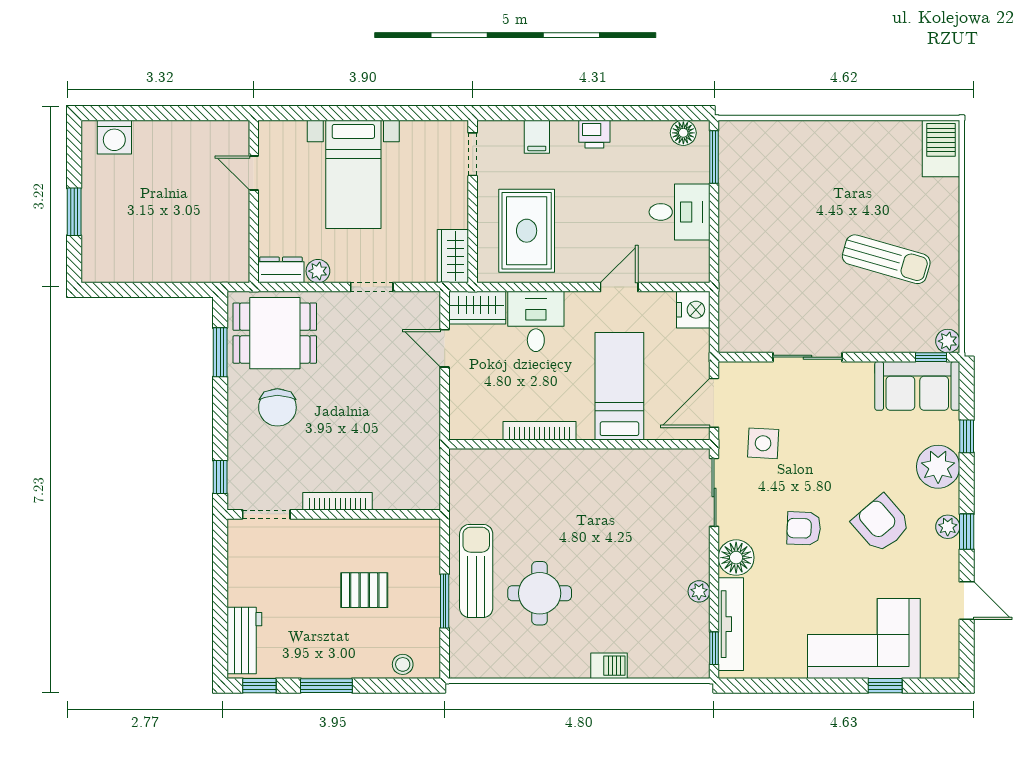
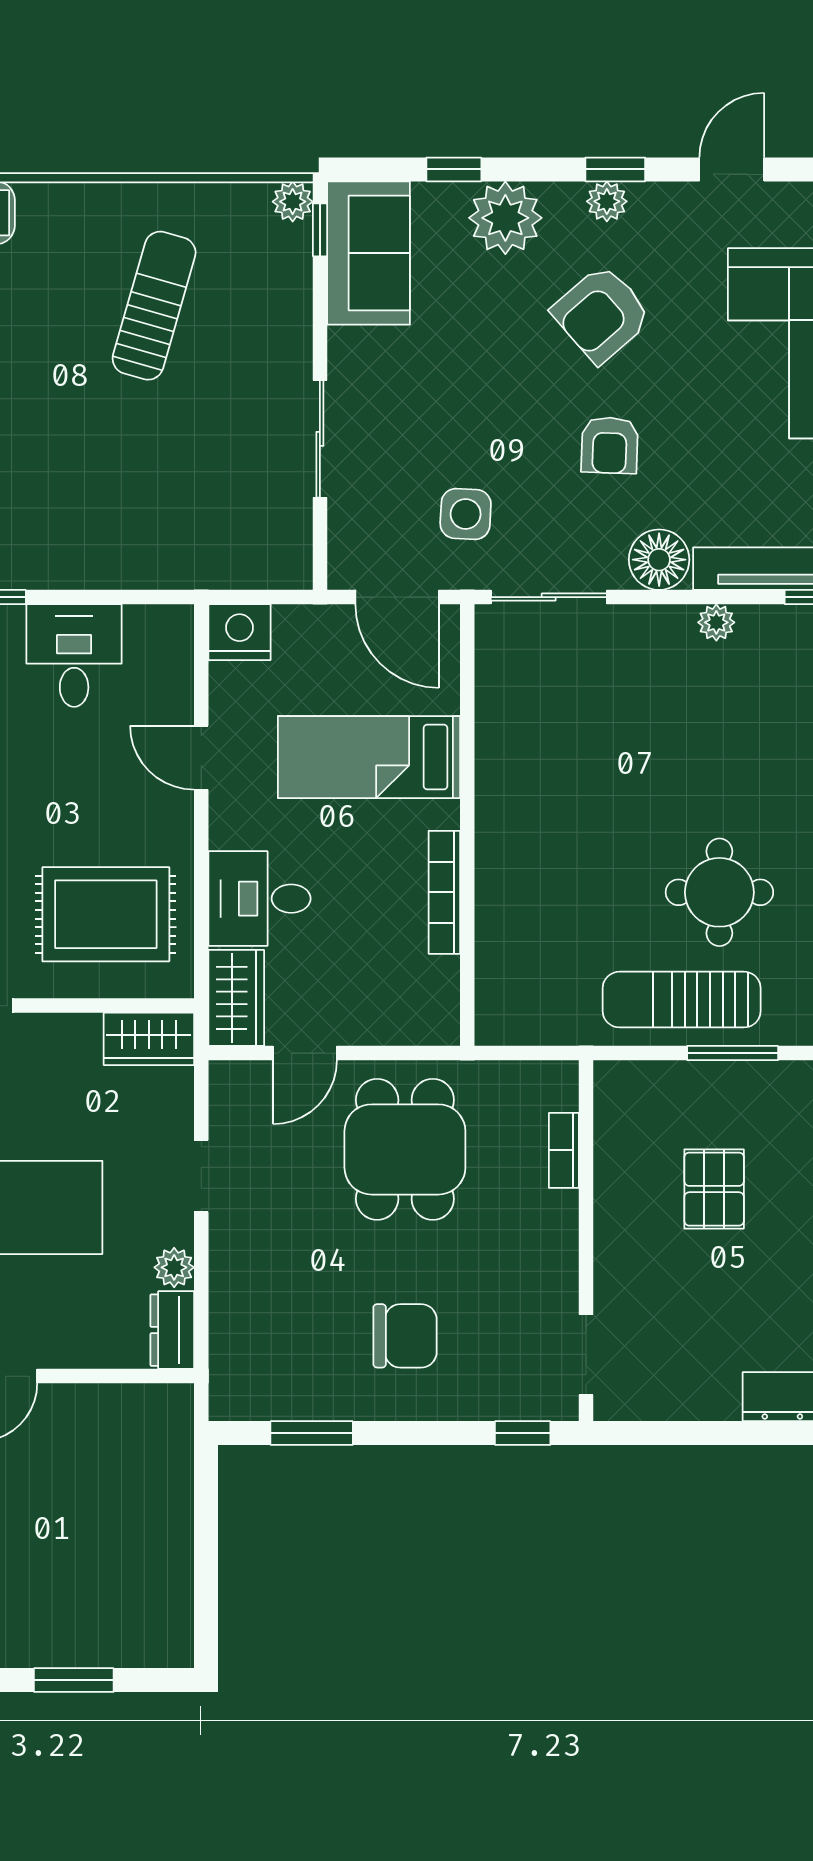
dining table: (275, 333) -> (405, 1149), moved
bookcase: (338, 501) -> (564, 1150), moved, width x0.64

